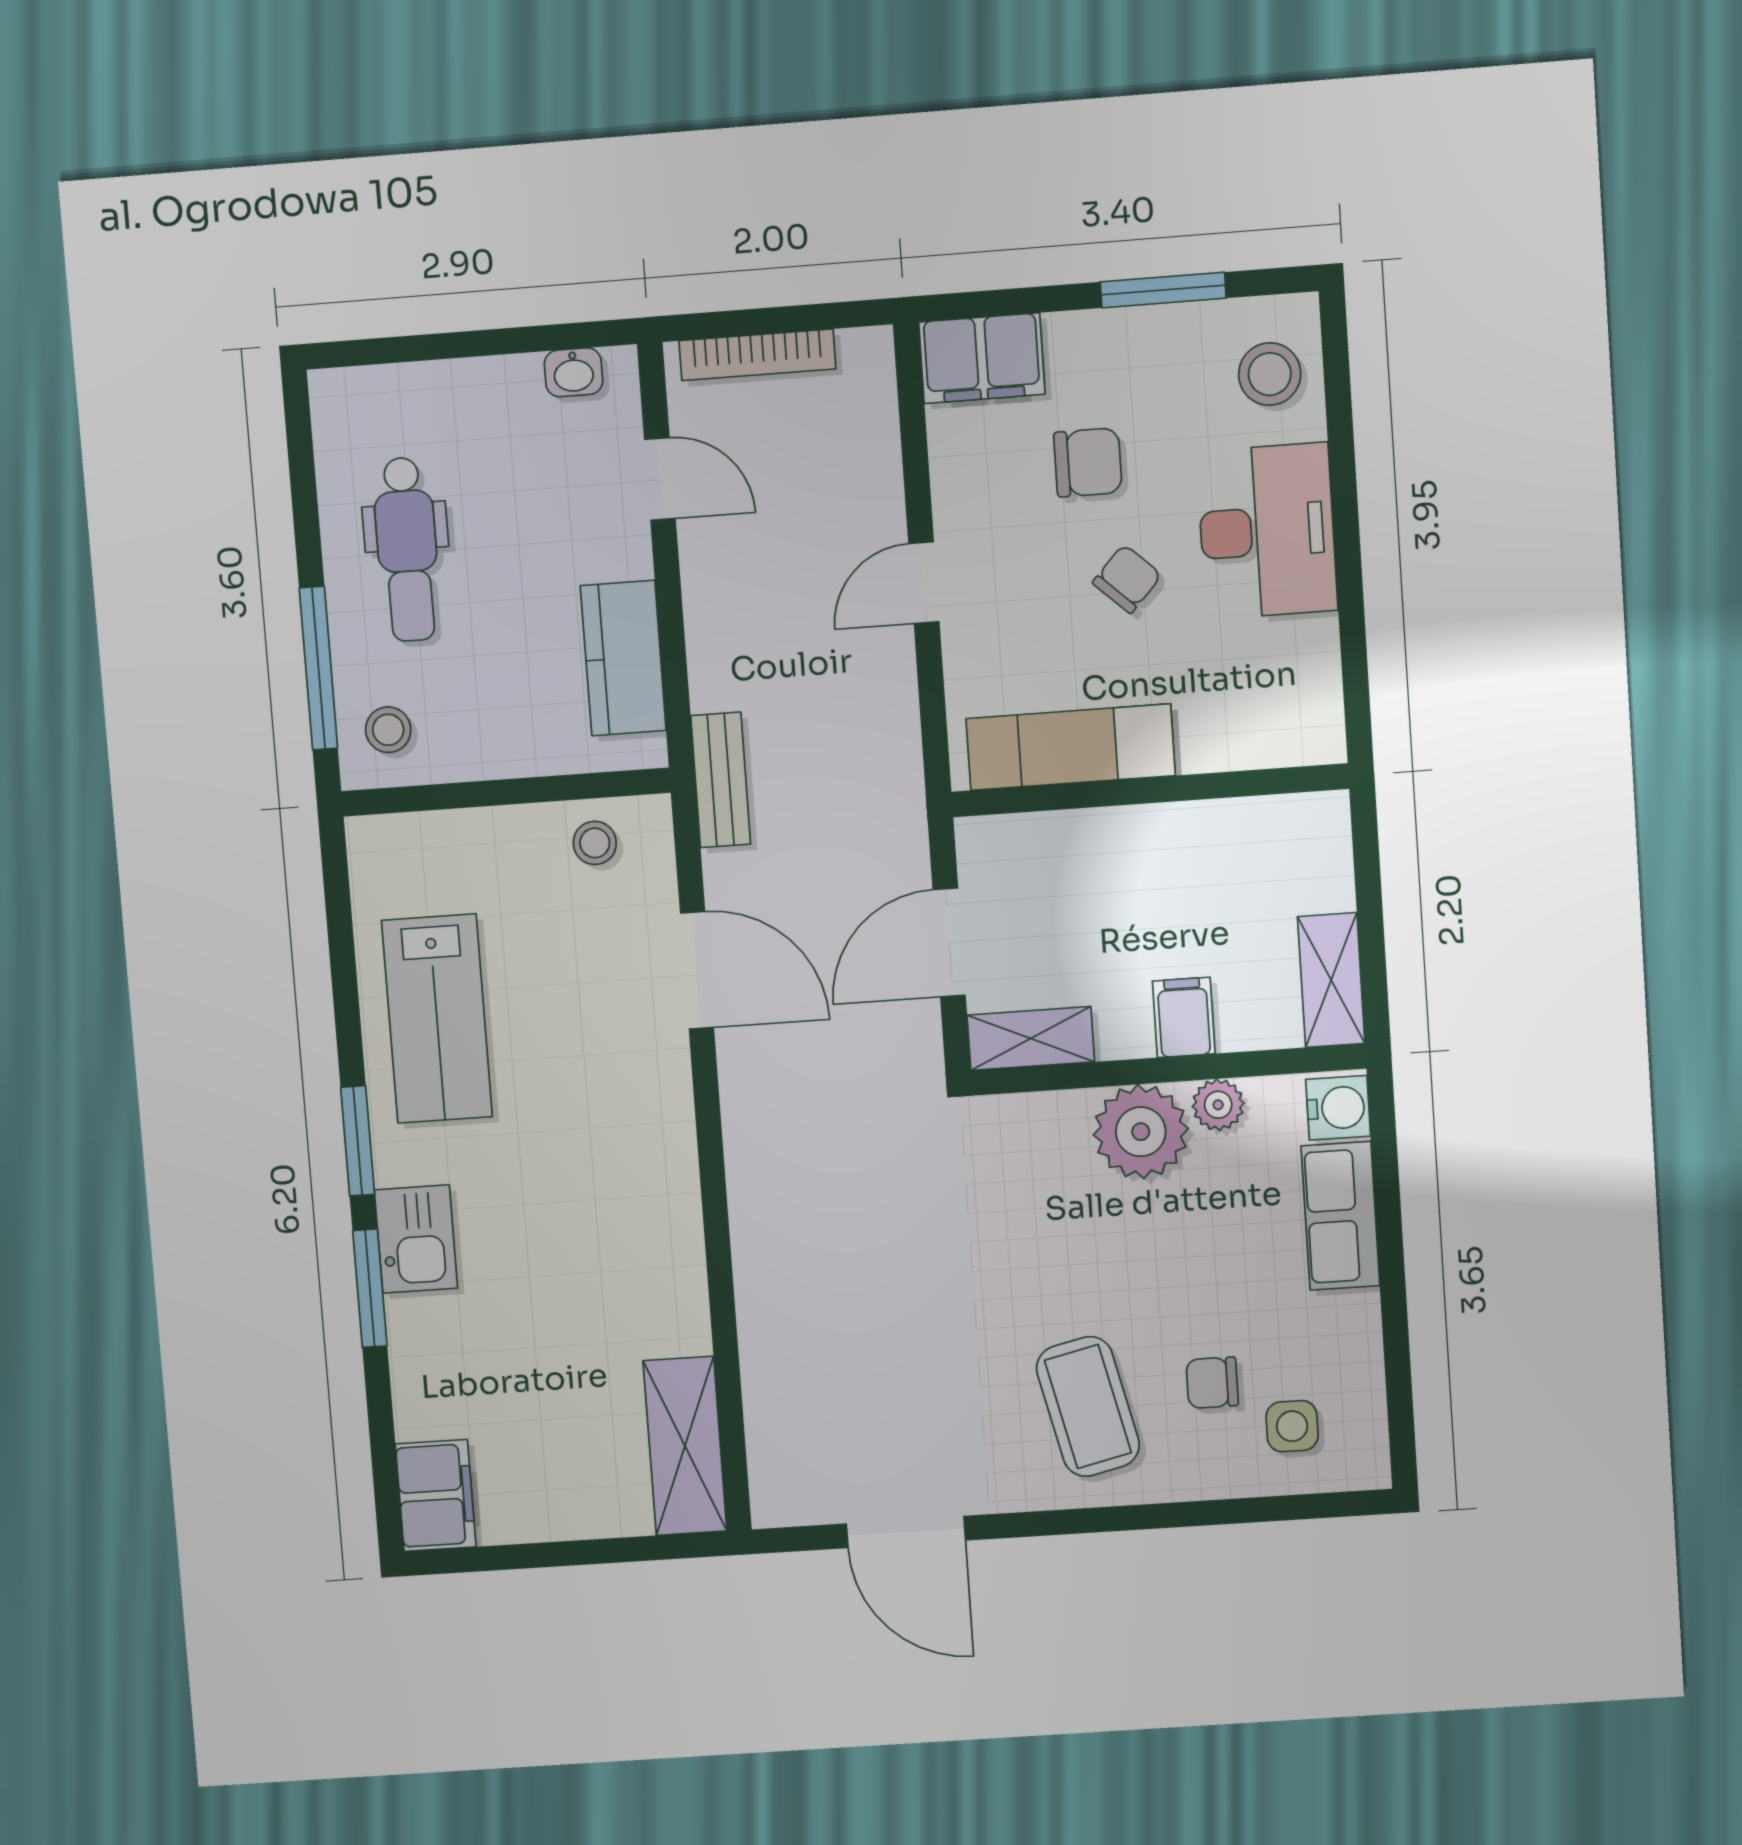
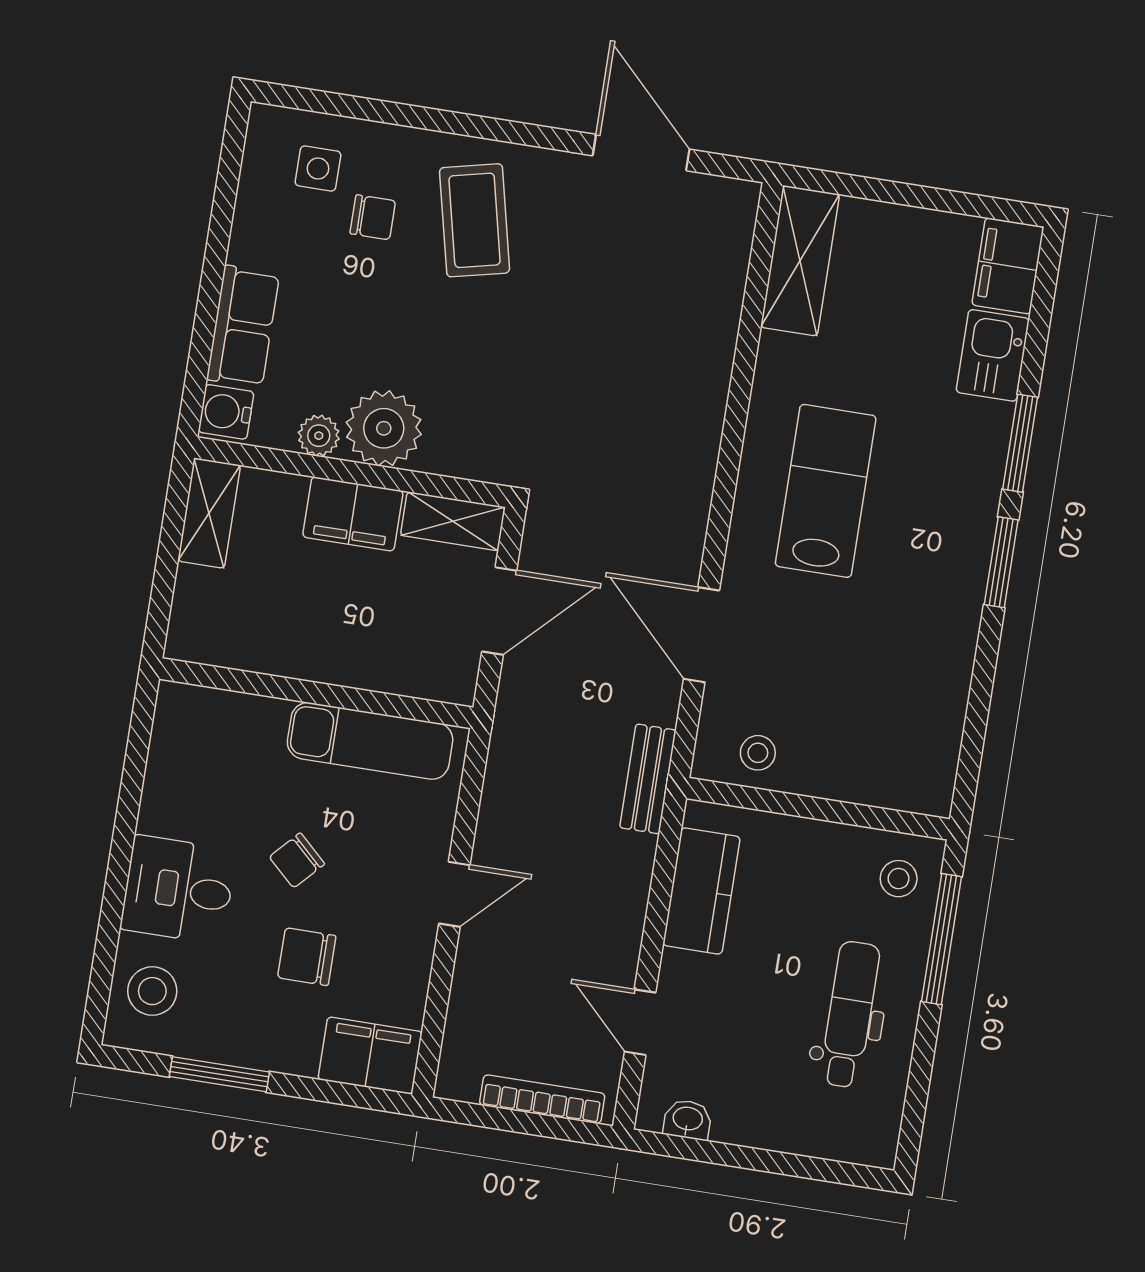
desk: (1267, 531) -> (178, 890), width x0.73
filing cabinet: (1184, 1017) -> (353, 514), width x2.00
lab bench: (437, 1019) -> (826, 491), moved
kitchen sink: (416, 1239) -> (993, 355), moved

